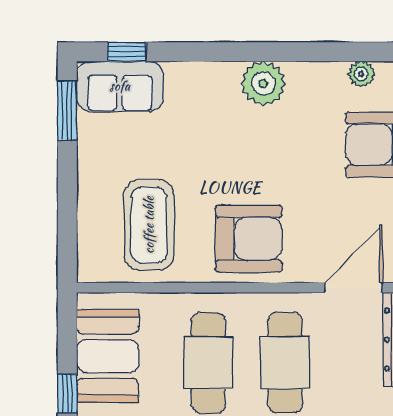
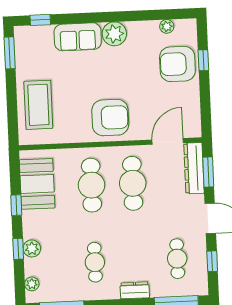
sofa: (120, 86) -> (78, 37), moved
coffee table: (149, 225) -> (38, 105), moved

